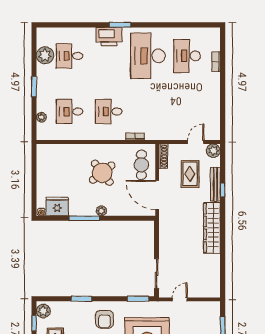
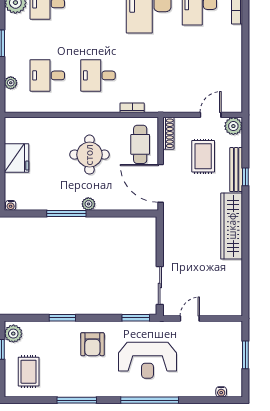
round table: (102, 173) -> (89, 155), turned 38
fridge: (57, 206) -> (17, 158), moved, turned 90

